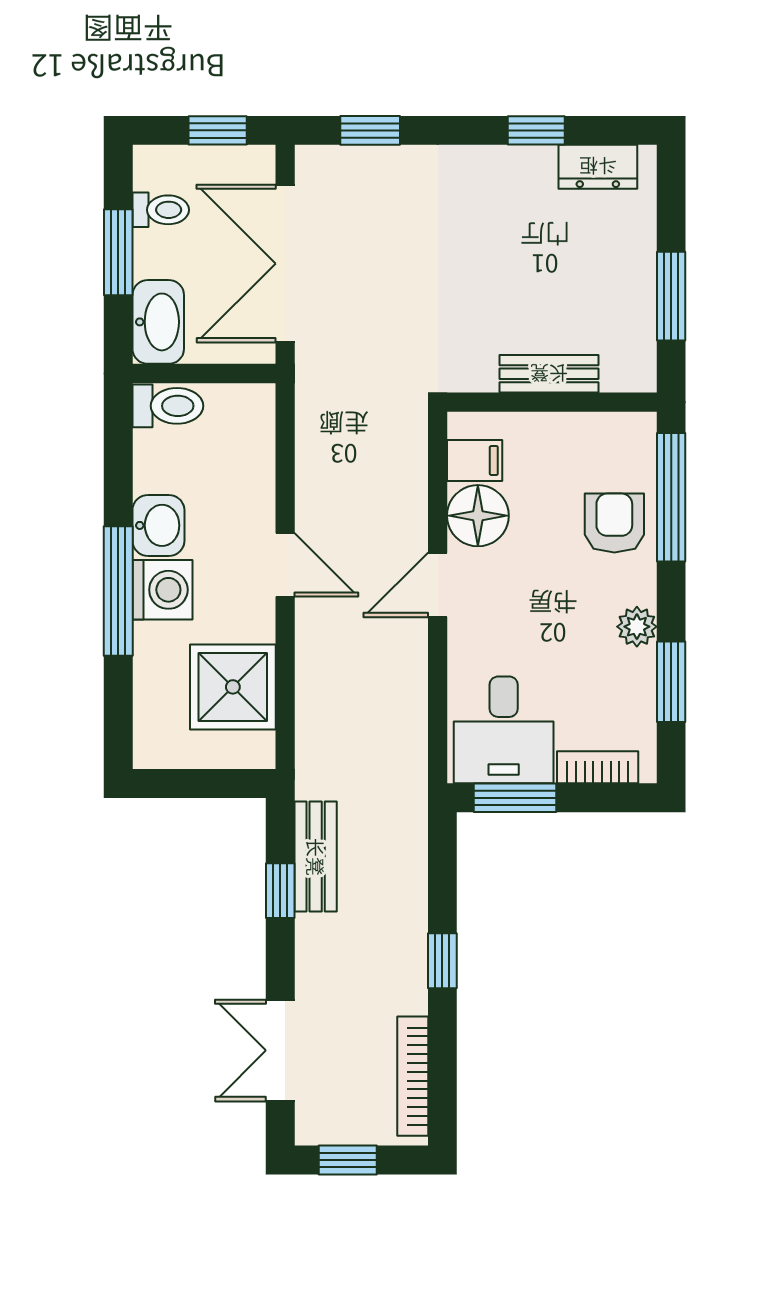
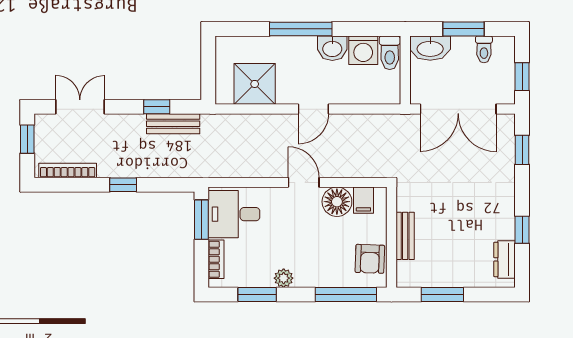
double door: (285, 264) -> (458, 109), swing flipped
armchair: (614, 523) -> (370, 259), moved, turned 92
washing machine: (162, 590) -> (363, 50), moved

